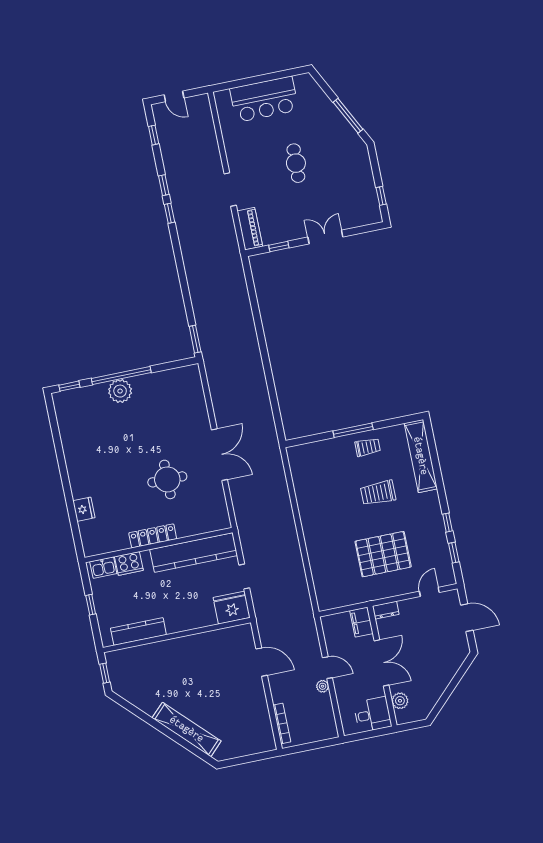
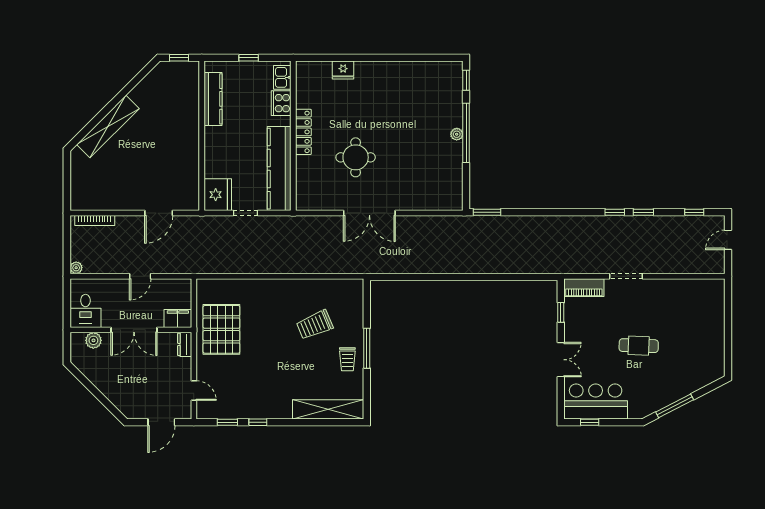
bar counter: (264, 99) -> (596, 401), moved, turned 90
plant: (120, 391) -> (457, 134), width x0.53, depth x0.53
trolley: (378, 493) -> (315, 325), moved, turned -113
pallet: (383, 554) -> (221, 329), moved
plant: (323, 686) -> (76, 268), moved

